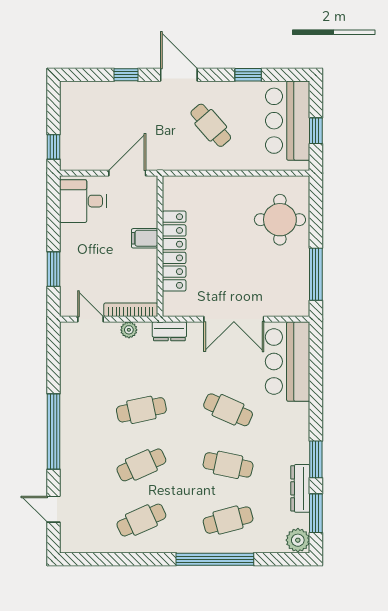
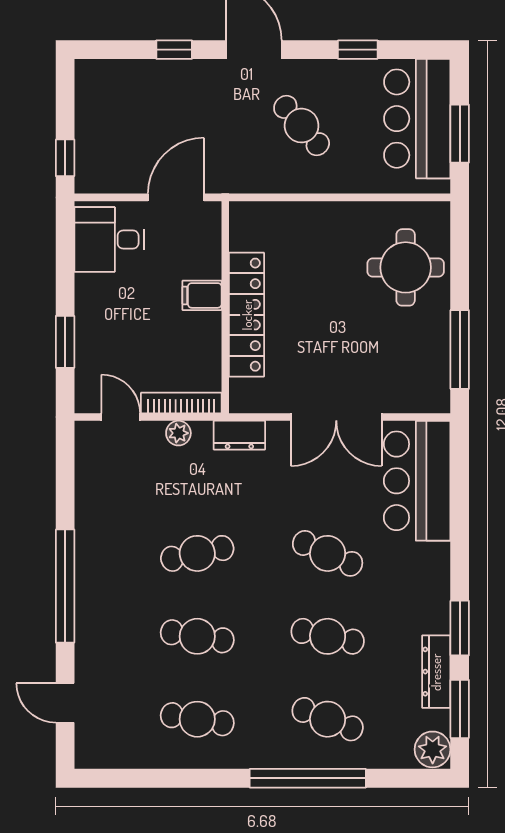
window: (316, 131) -> (460, 134), width x1.50
cafe table: (141, 465) -> (197, 636), turned 33
cafe table: (141, 520) -> (197, 719), turned 33
cafe table: (228, 520) -> (328, 719), turned 36

